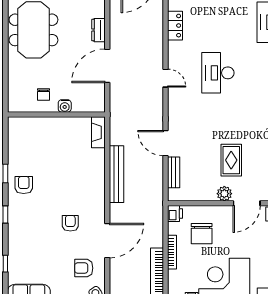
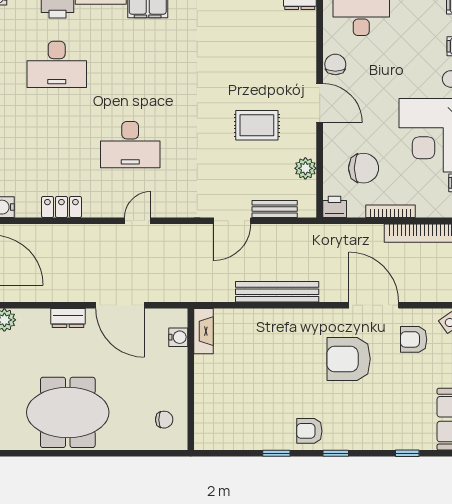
chair: (43, 94) -> (164, 420), moved
water cooler: (65, 106) -> (178, 337), moved
fireplace: (98, 132) -> (204, 331), moved, turned -90
armchair: (24, 185) -> (309, 431), moved
plant: (224, 194) -> (305, 168), moved
armchair: (70, 223) -> (349, 359), width x1.88, depth x1.88
armchair: (84, 268) -> (414, 339), turned 90

